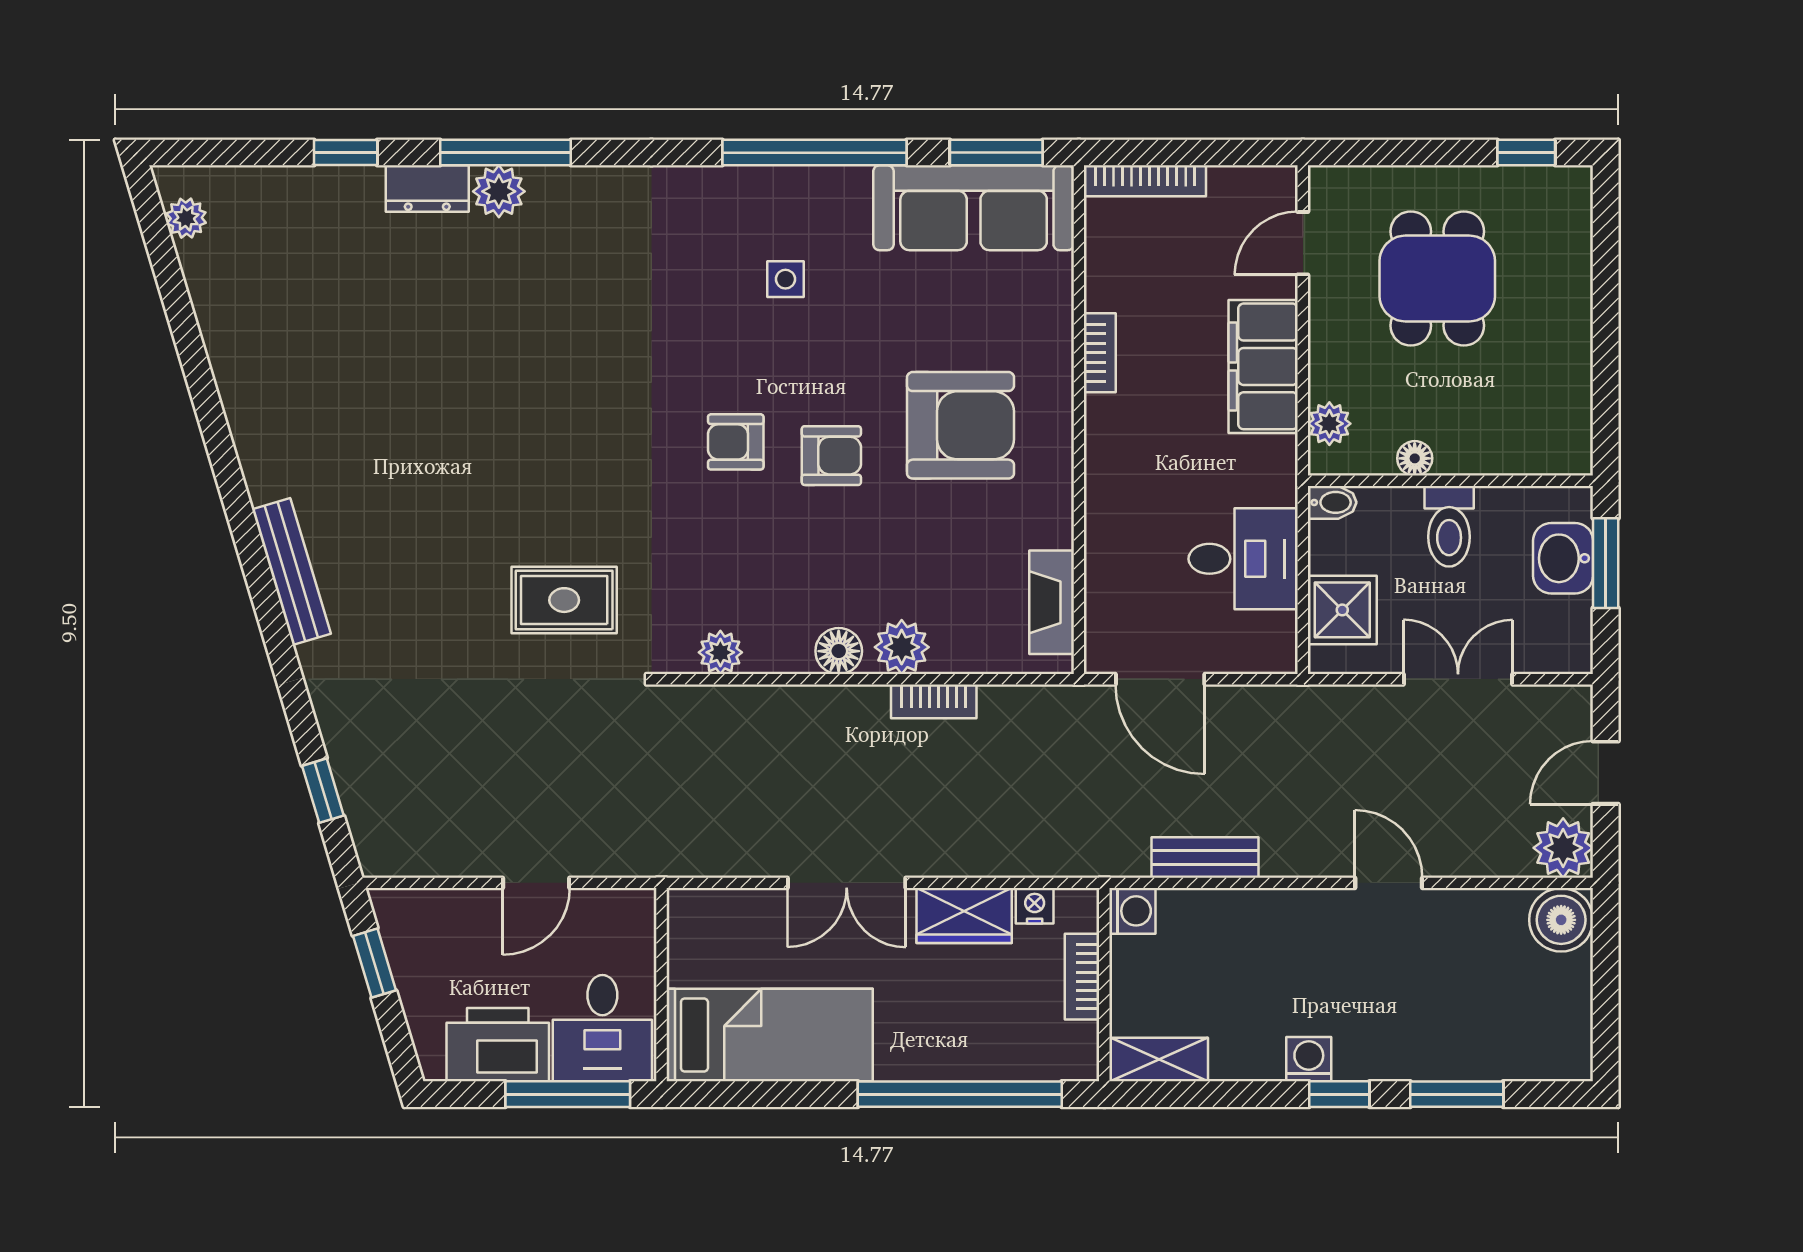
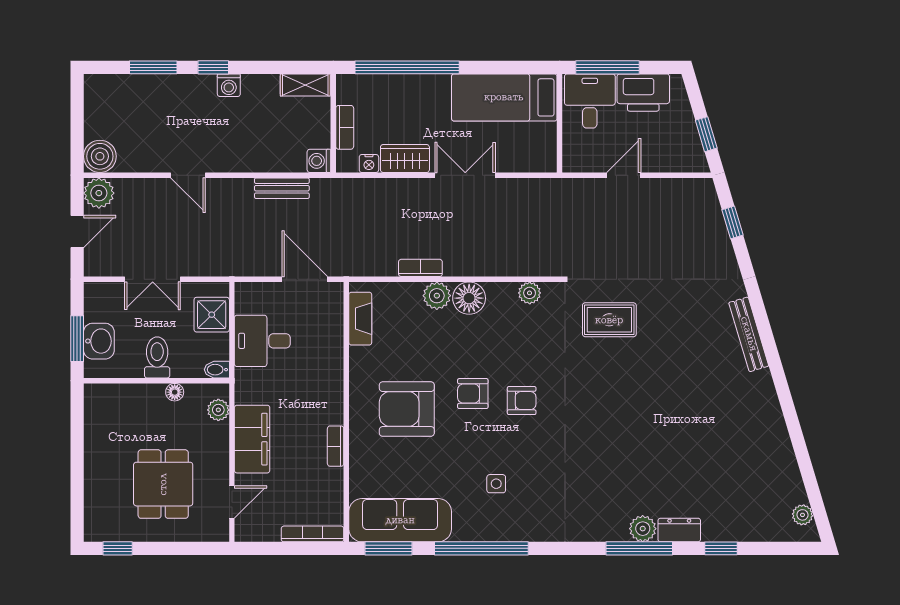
floor lamp: (839, 651) -> (469, 298), width x1.38, depth x1.38

